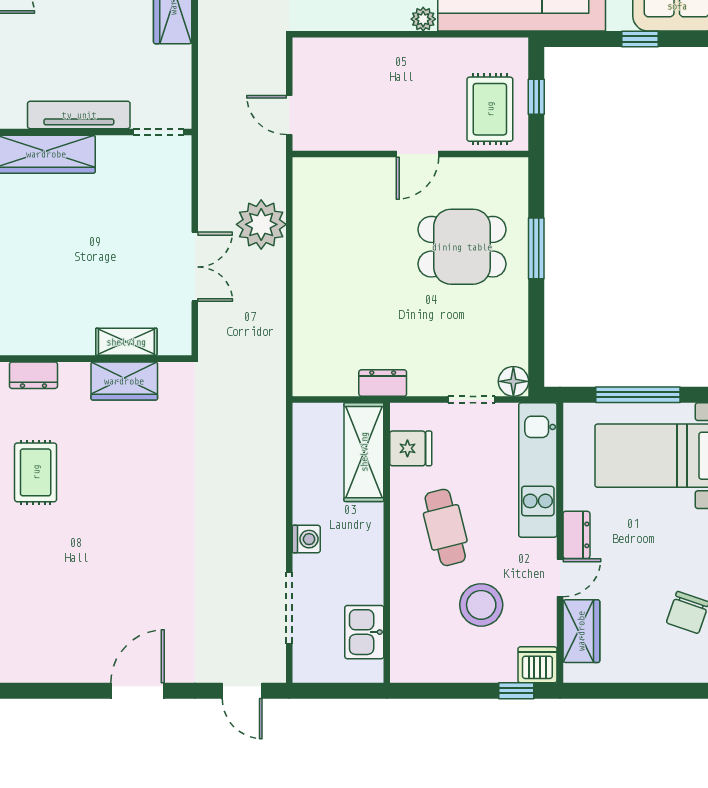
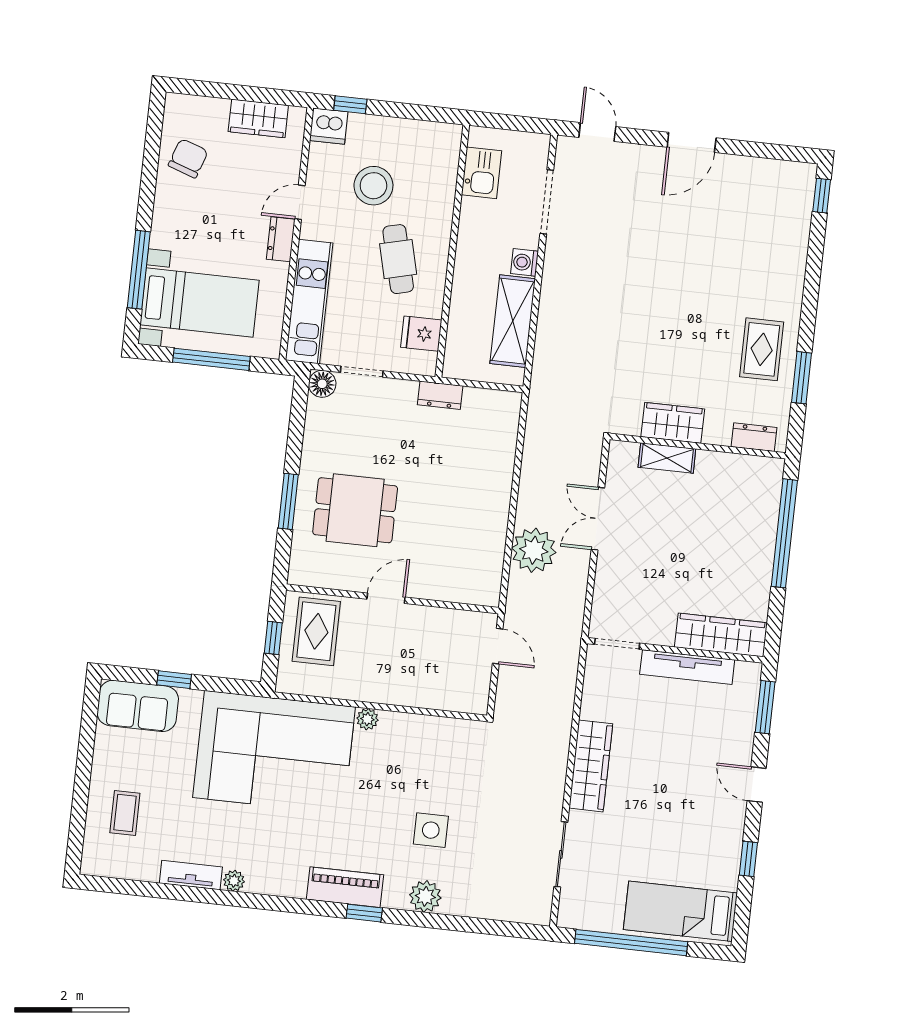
shelving: (364, 452) -> (513, 321), moved
wardrobe: (581, 631) -> (258, 118), moved, turned -90

